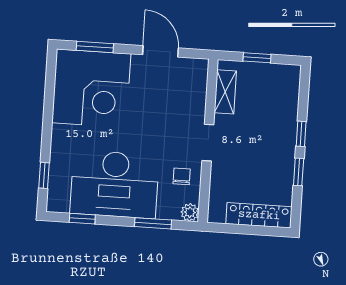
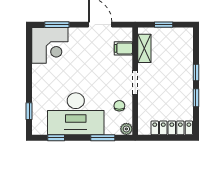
corner desk: (91, 88) -> (50, 45), width x0.74, depth x0.74
filing cabinet: (193, 90) -> (123, 48), added

